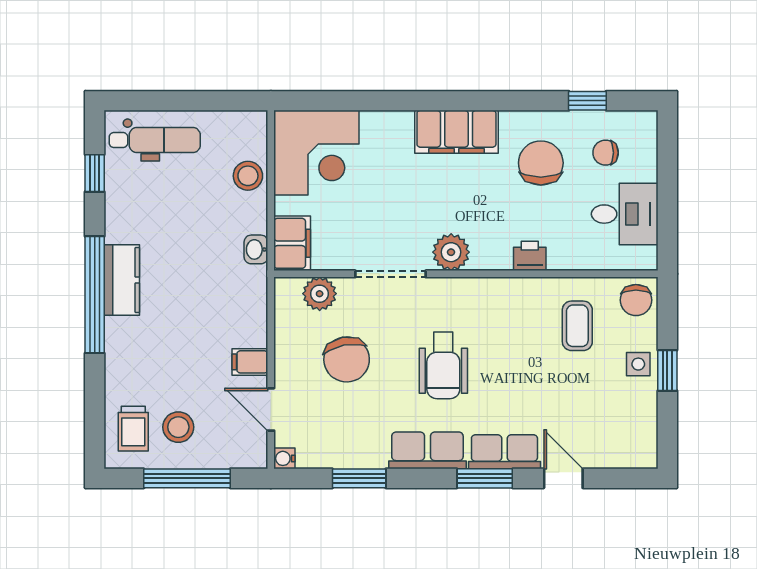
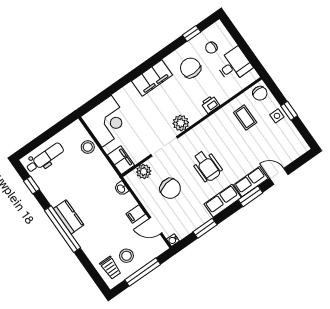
washbasin: (256, 249) -> (121, 189), moved

